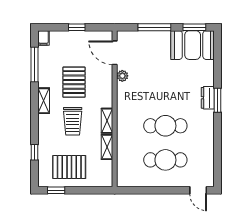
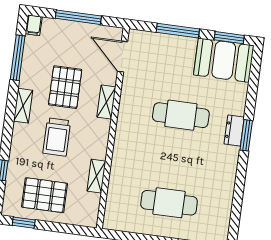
window: (77, 27) -> (78, 17), width x2.17
plant: (122, 76) -> (128, 88), removed
shelving: (107, 121) -> (106, 102), moved
cafe table: (165, 126) -> (181, 115), moved

